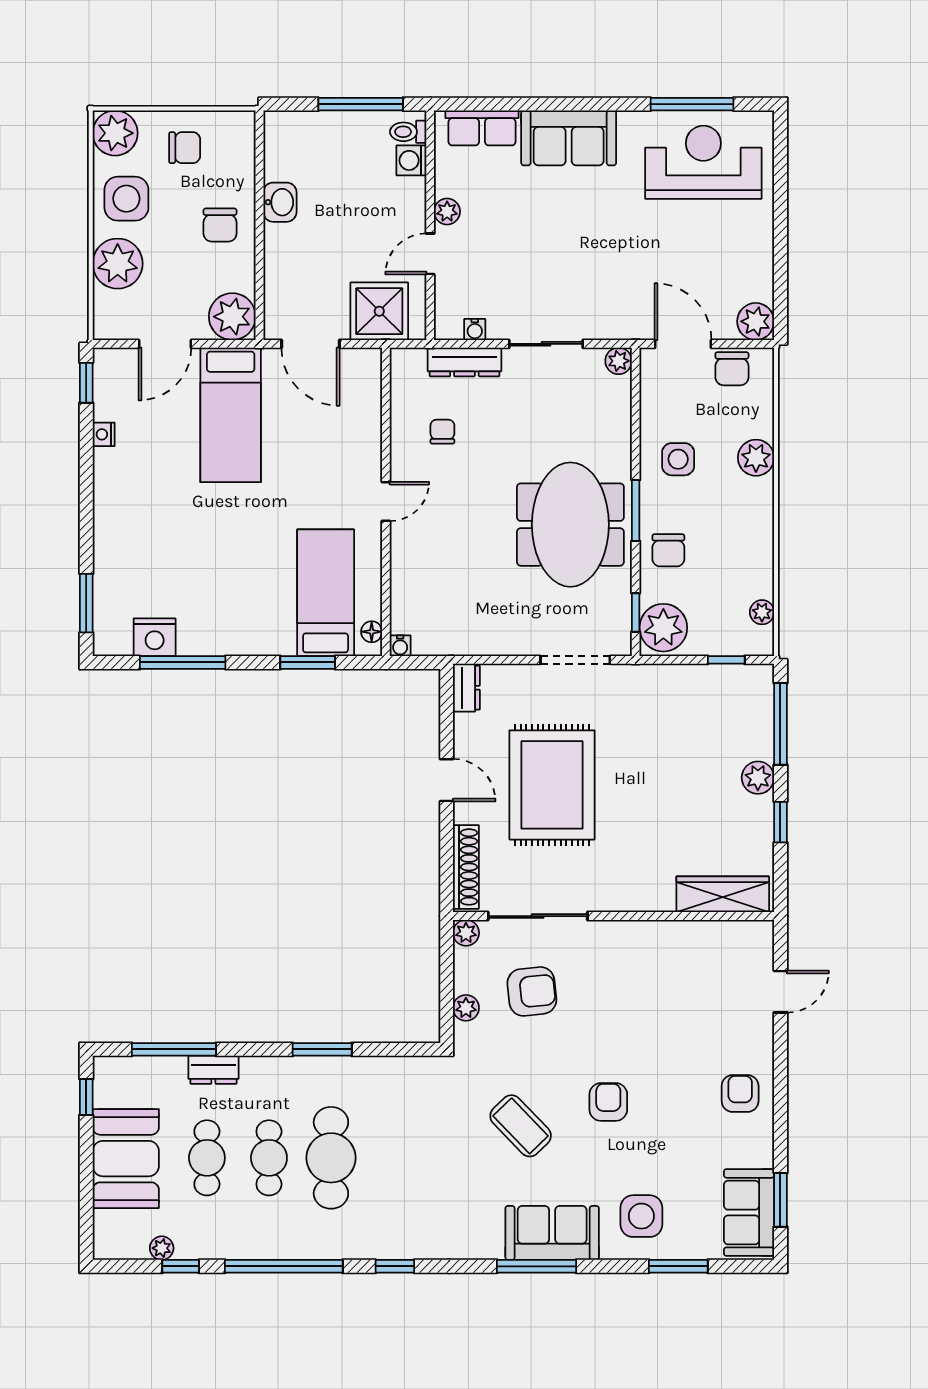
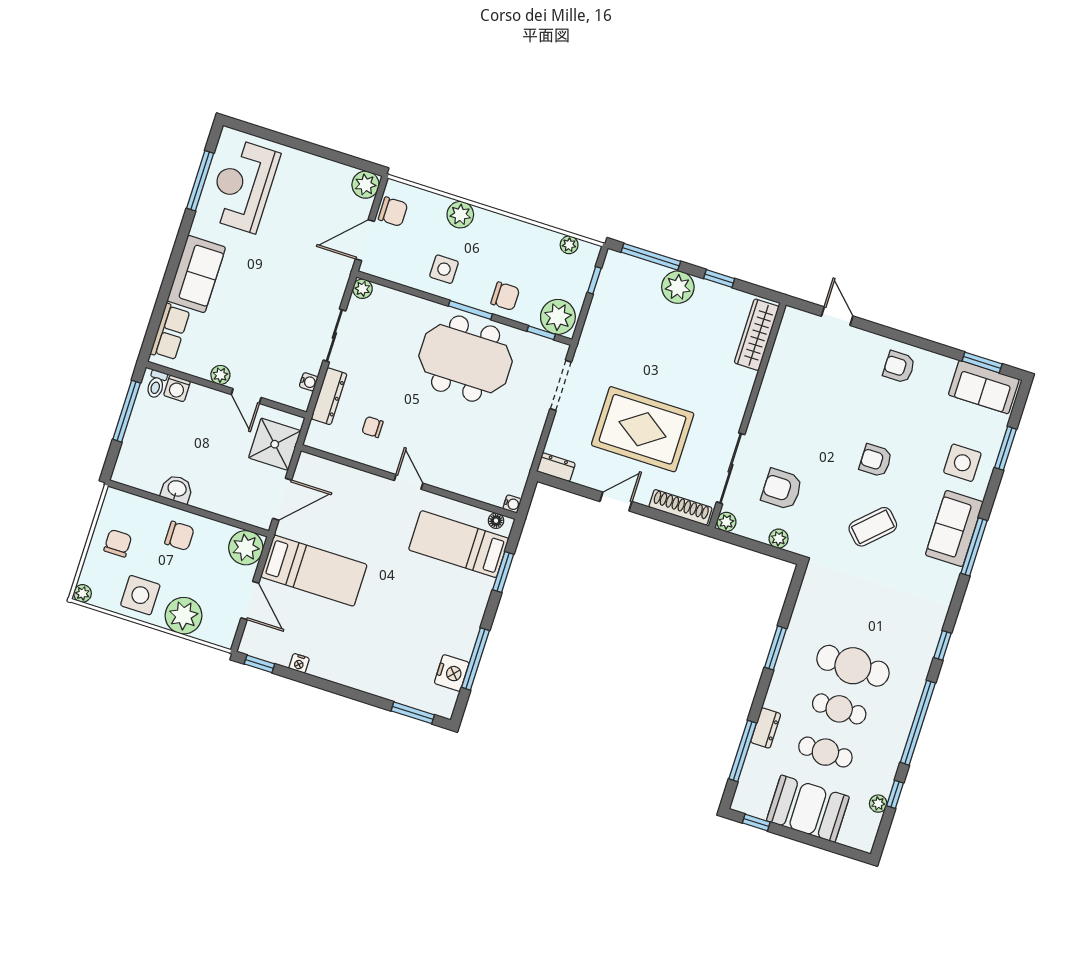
plant: (115, 133) -> (82, 593), width x0.53, depth x0.53
plant: (758, 778) -> (678, 287), width x1.36, depth x1.36
armchair: (532, 991) -> (782, 489), turned -84

